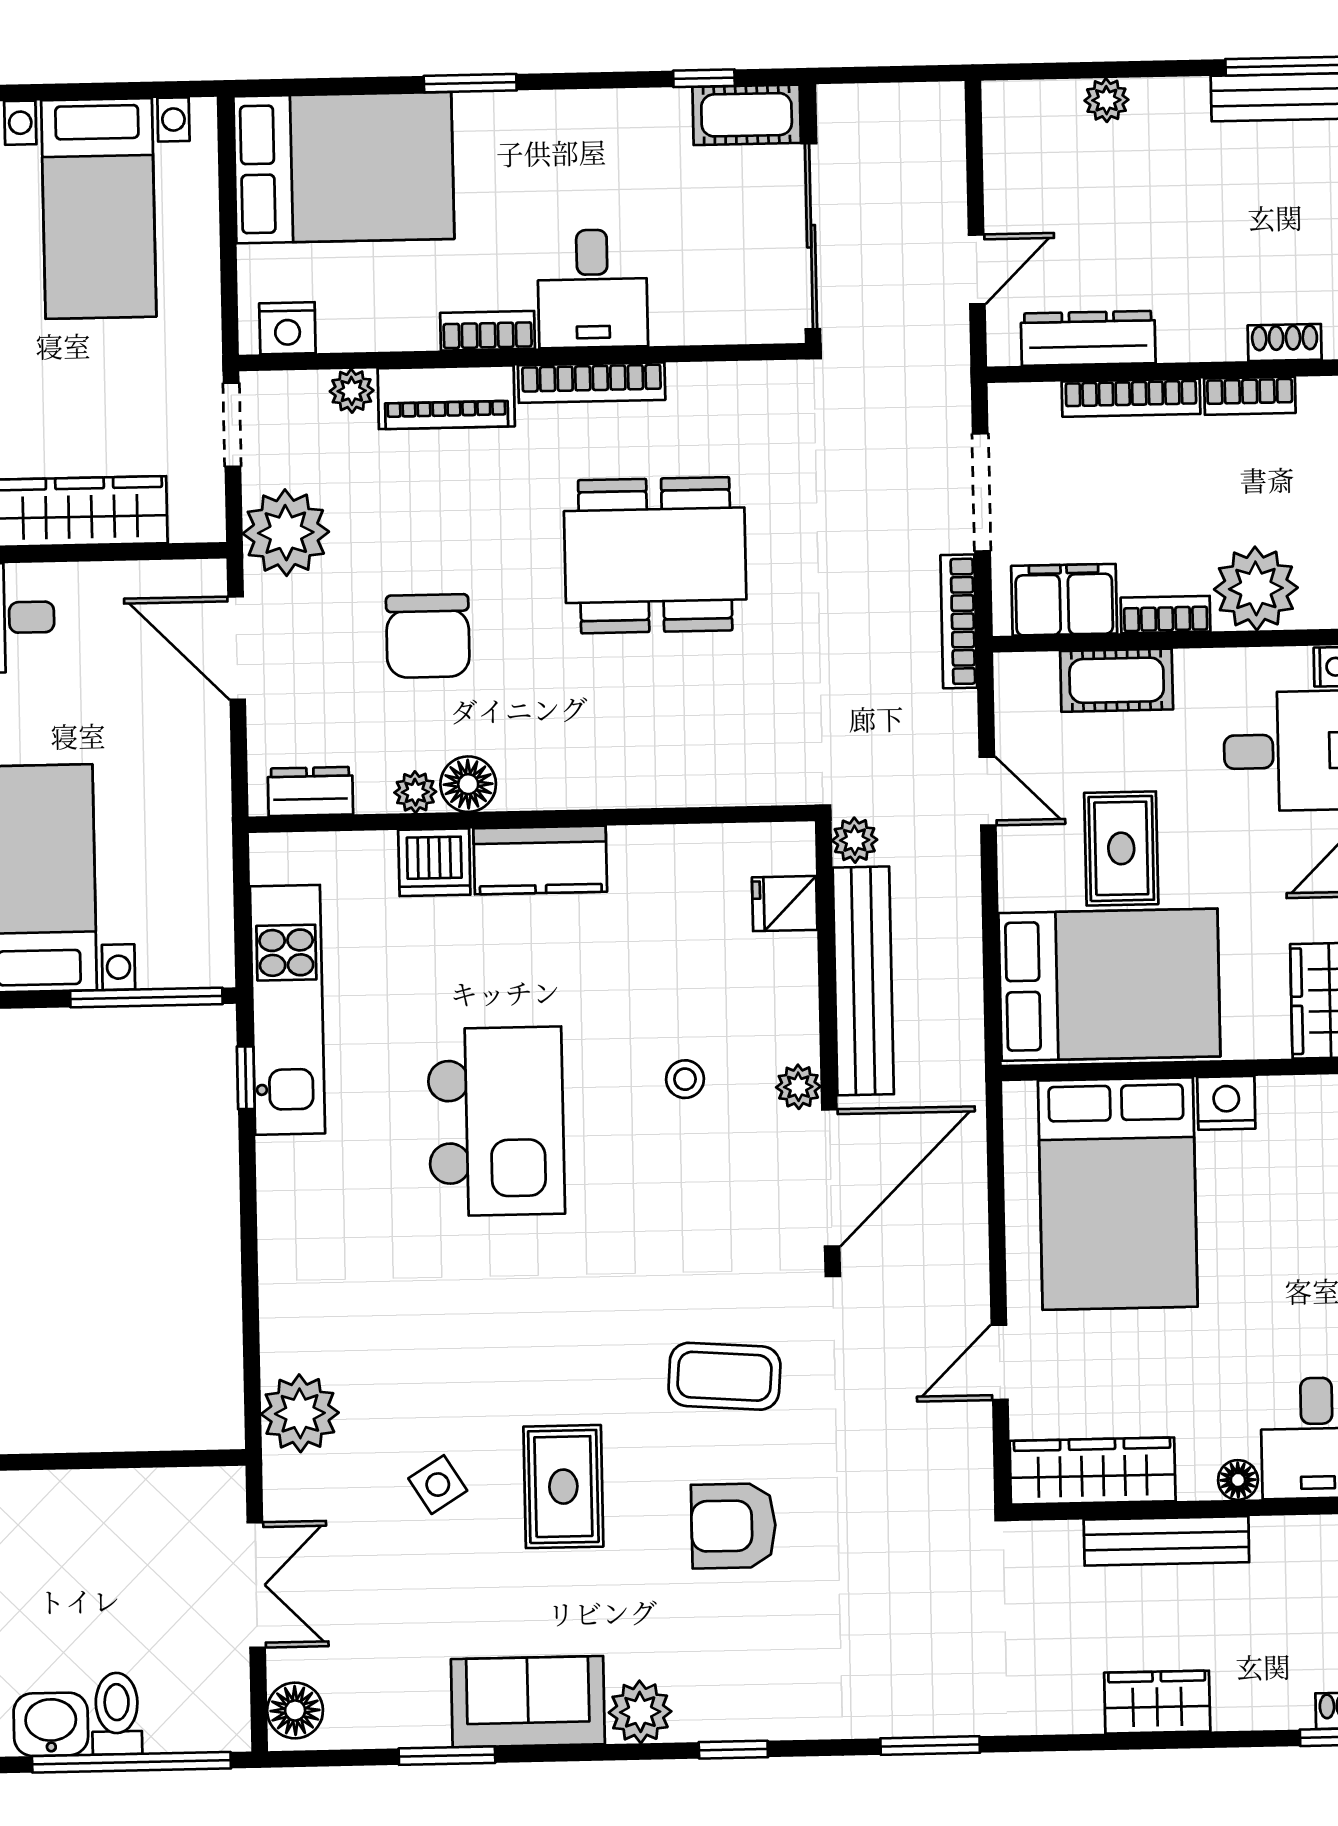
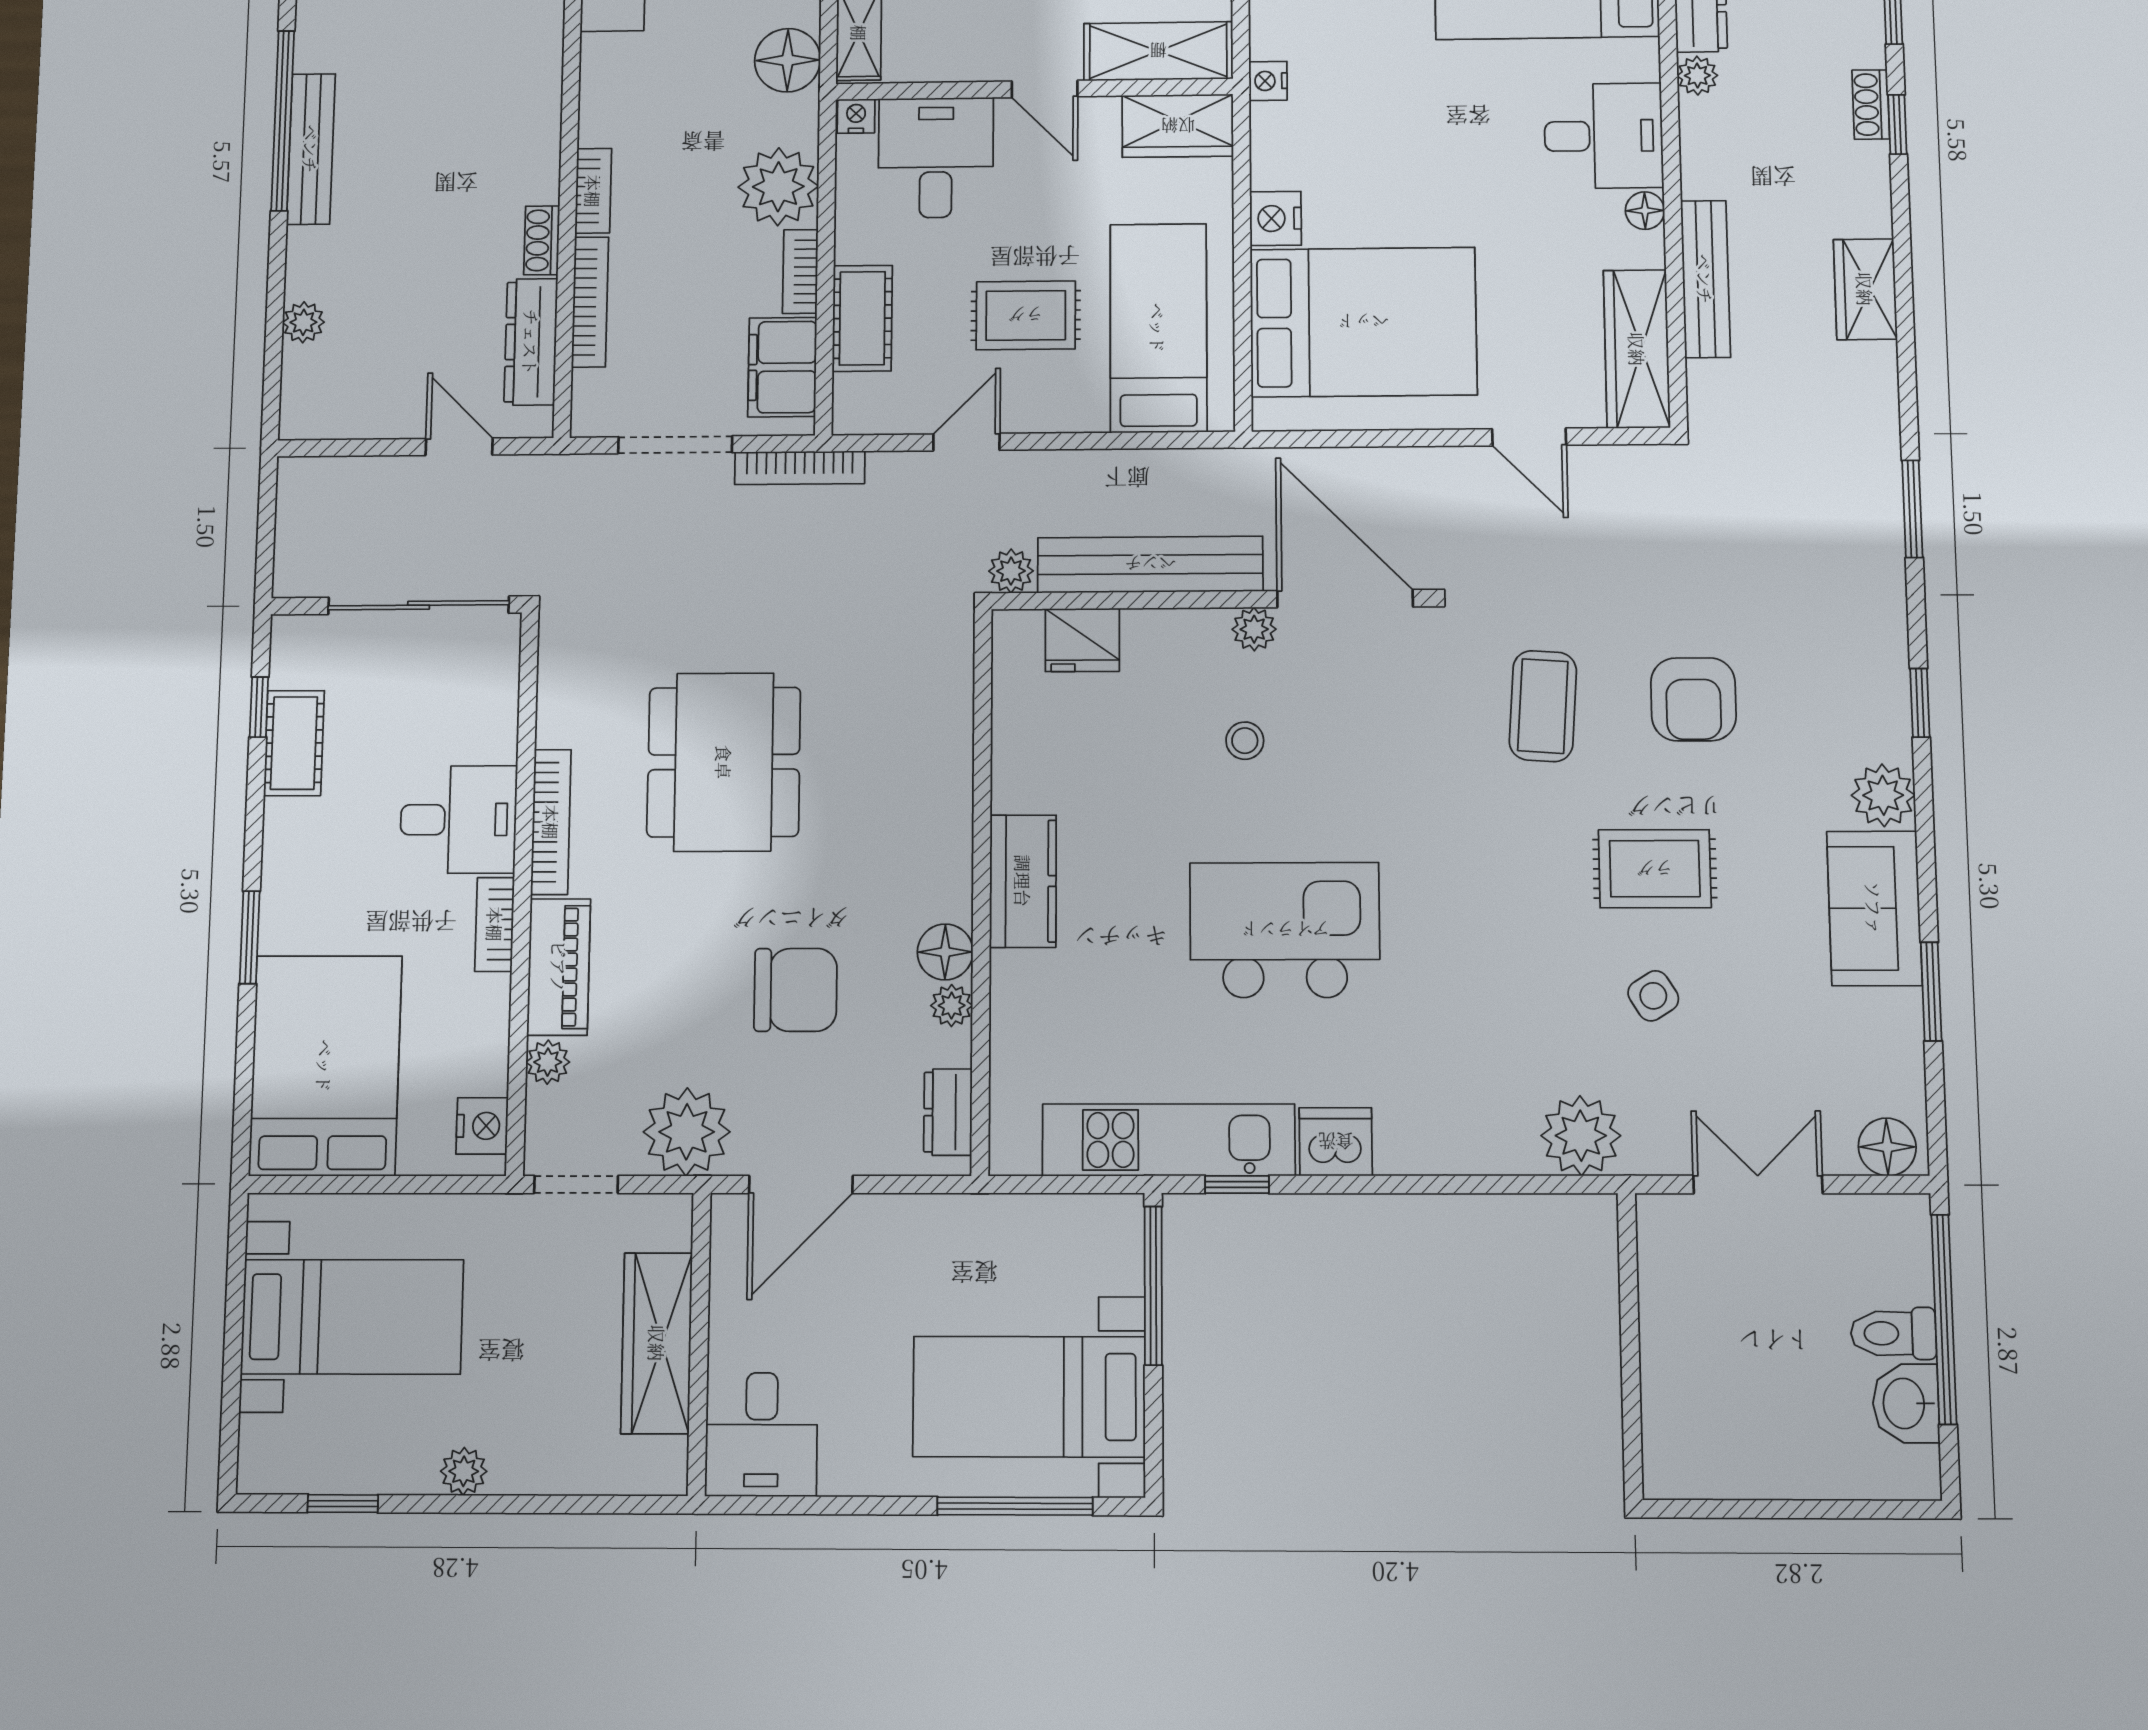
cot: (747, 115) -> (294, 743), moved
shoe rack: (1285, 343) -> (542, 240), moved
dishwasher: (434, 862) -> (1336, 1142), moved, turned -90
fridge: (785, 904) -> (1082, 640), width x1.38
bed: (1109, 985) -> (1158, 328), width x0.67

